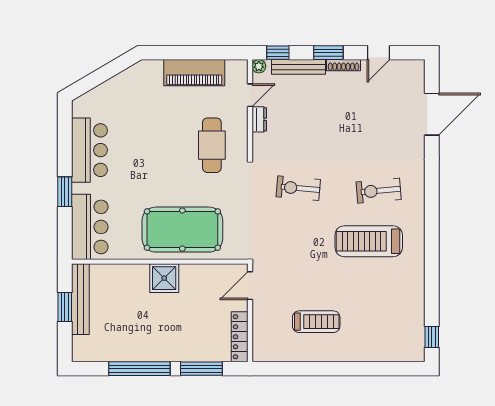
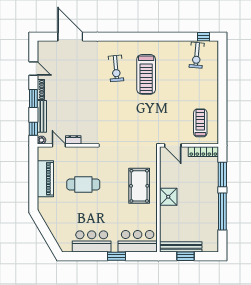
cafe table: (212, 145) -> (83, 184), moved
exercise bike: (298, 188) -> (197, 55), moved
pool table: (182, 230) -> (139, 186), width x0.73, depth x0.76
treadmill: (316, 322) -> (200, 123), moved

